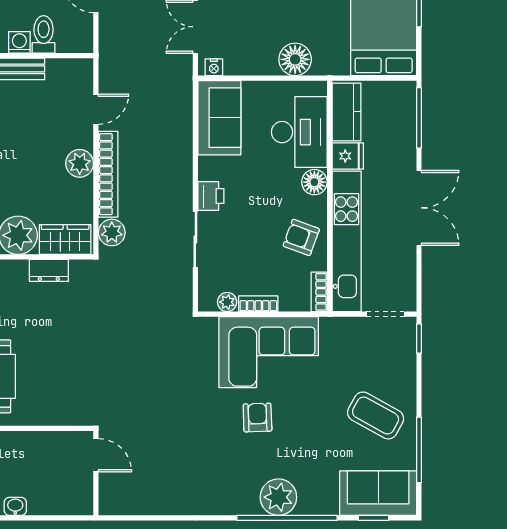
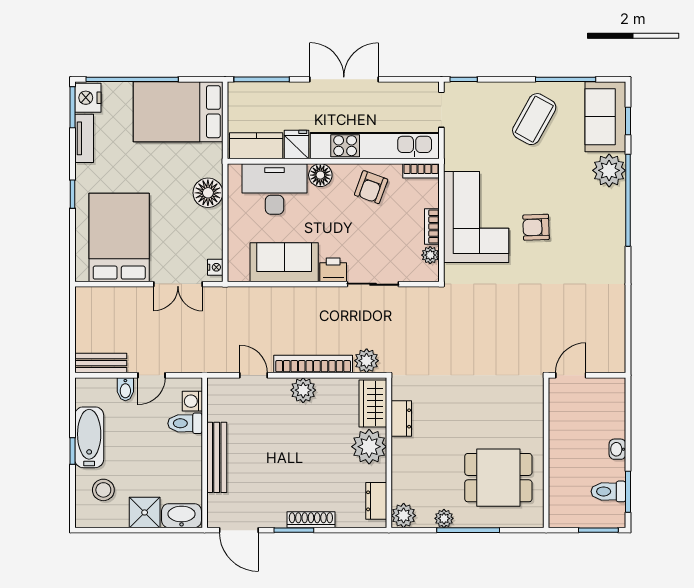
washing machine: (19, 42) -> (192, 401), moved
sofa: (219, 118) -> (284, 262), moved
plant: (278, 497) -> (609, 170), moved

